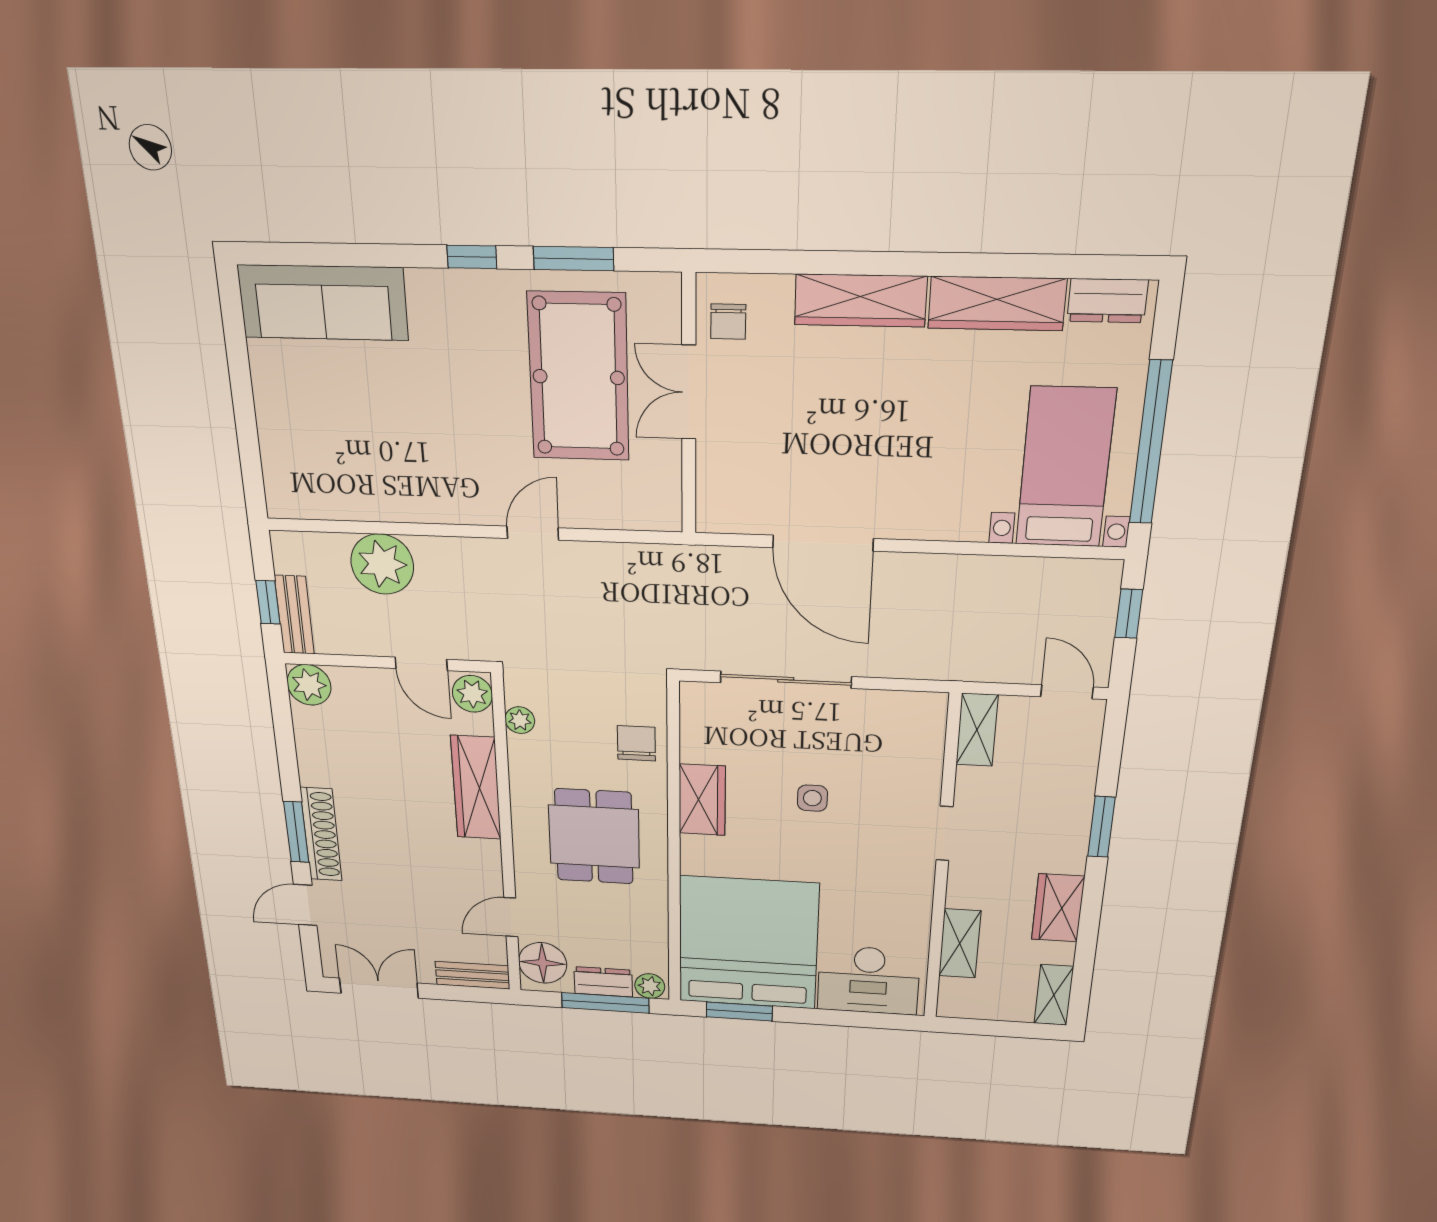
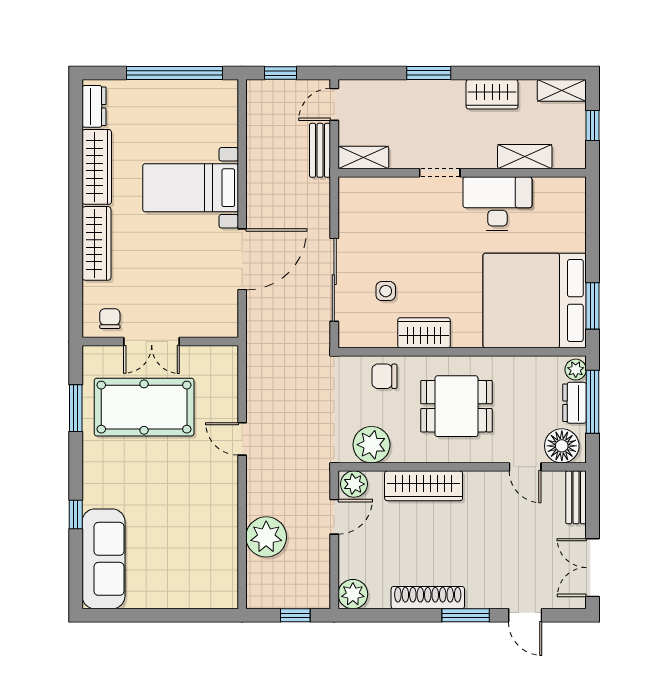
window: (472, 257) -> (76, 515), moved
chair: (728, 322) -> (110, 319), turned -90
bed with nightstands: (1065, 468) -> (191, 188), moved
bench: (294, 615) -> (320, 150), moved, turned 90
plant: (520, 720) -> (372, 445), width x1.87, depth x1.87
side table: (812, 798) -> (386, 291), moved
shoe rack: (321, 834) -> (428, 598), moved
desk: (868, 980) -> (497, 204), moved, turned -90
window: (998, 1028) -> (593, 125), added

